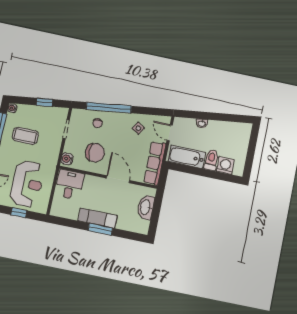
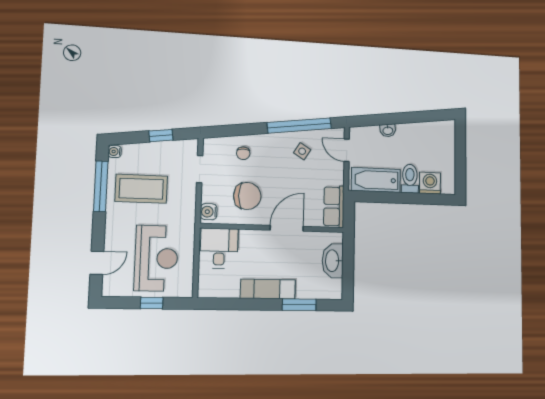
window: (109, 108) -> (299, 125), moved
coffee table: (25, 136) -> (141, 189), width x1.36, depth x1.32
row of seats: (155, 163) -> (334, 206), width x0.68
door: (118, 179) -> (287, 228), hinge flipped
window: (100, 229) -> (299, 305), moved

